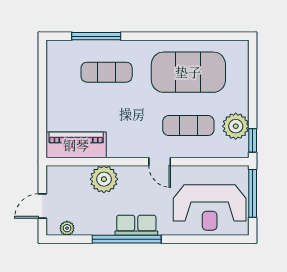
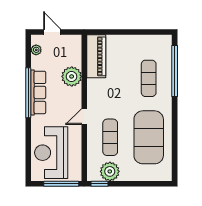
window: (96, 36) -> (175, 71), width x1.46
row of seats: (136, 225) -> (38, 92), width x1.48

